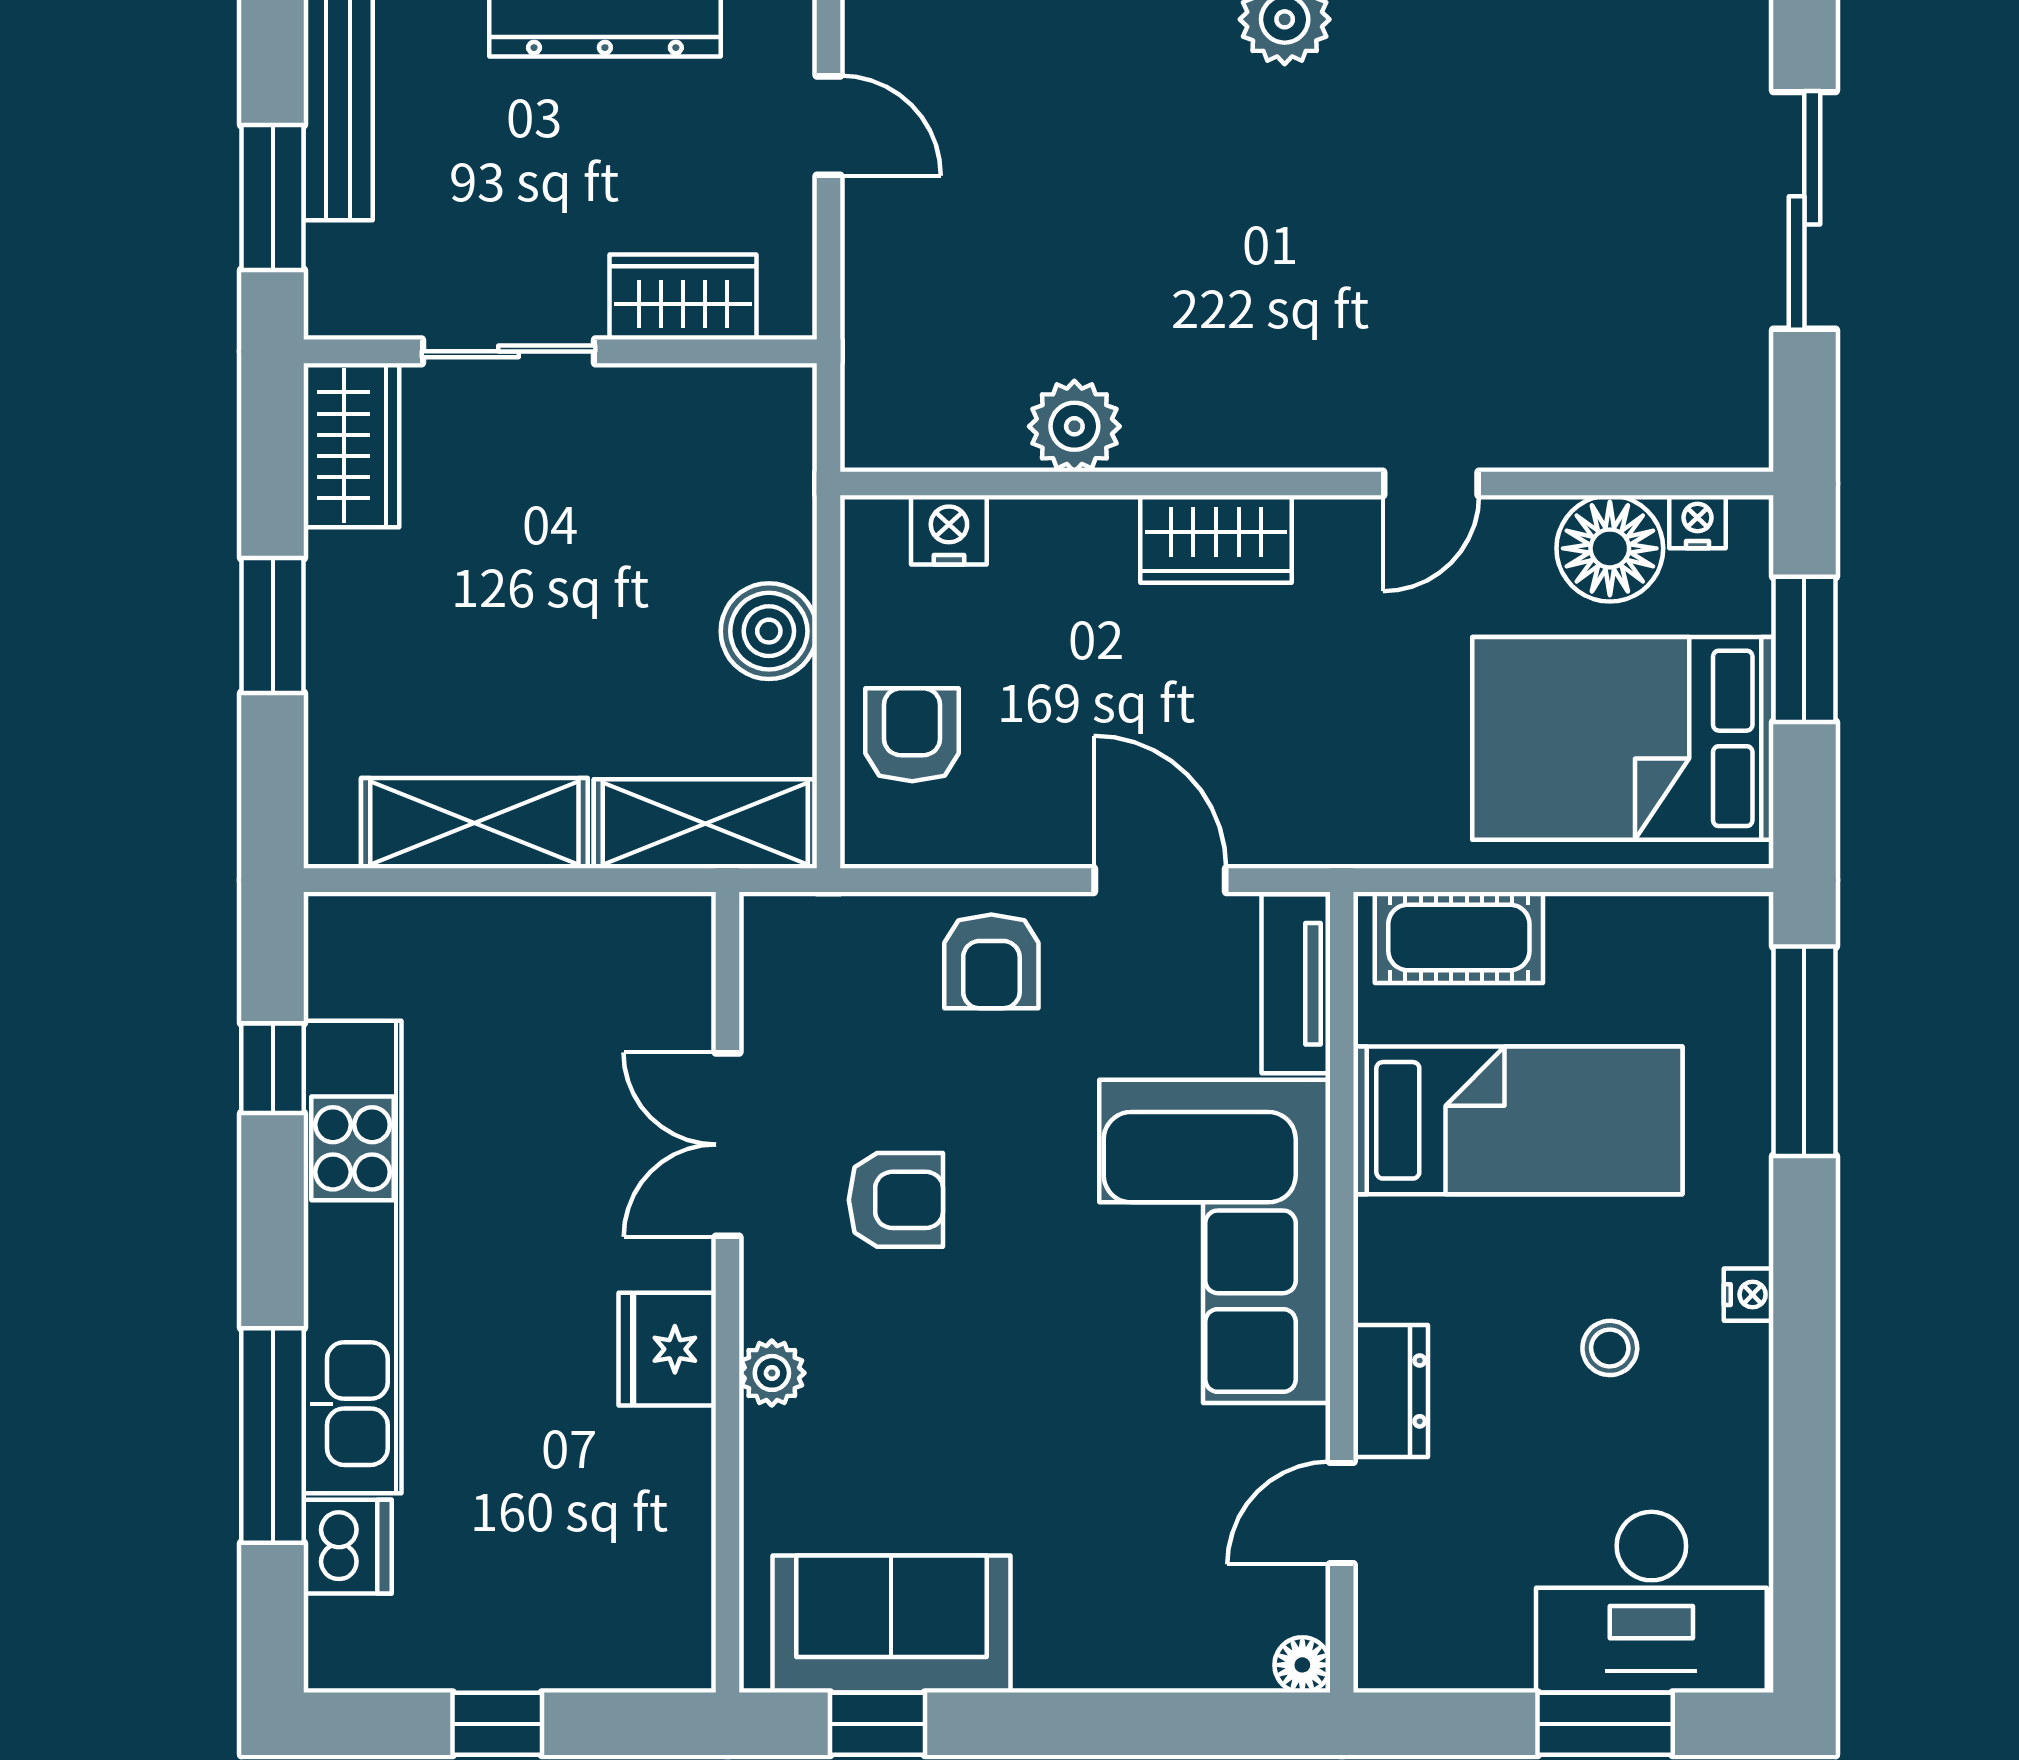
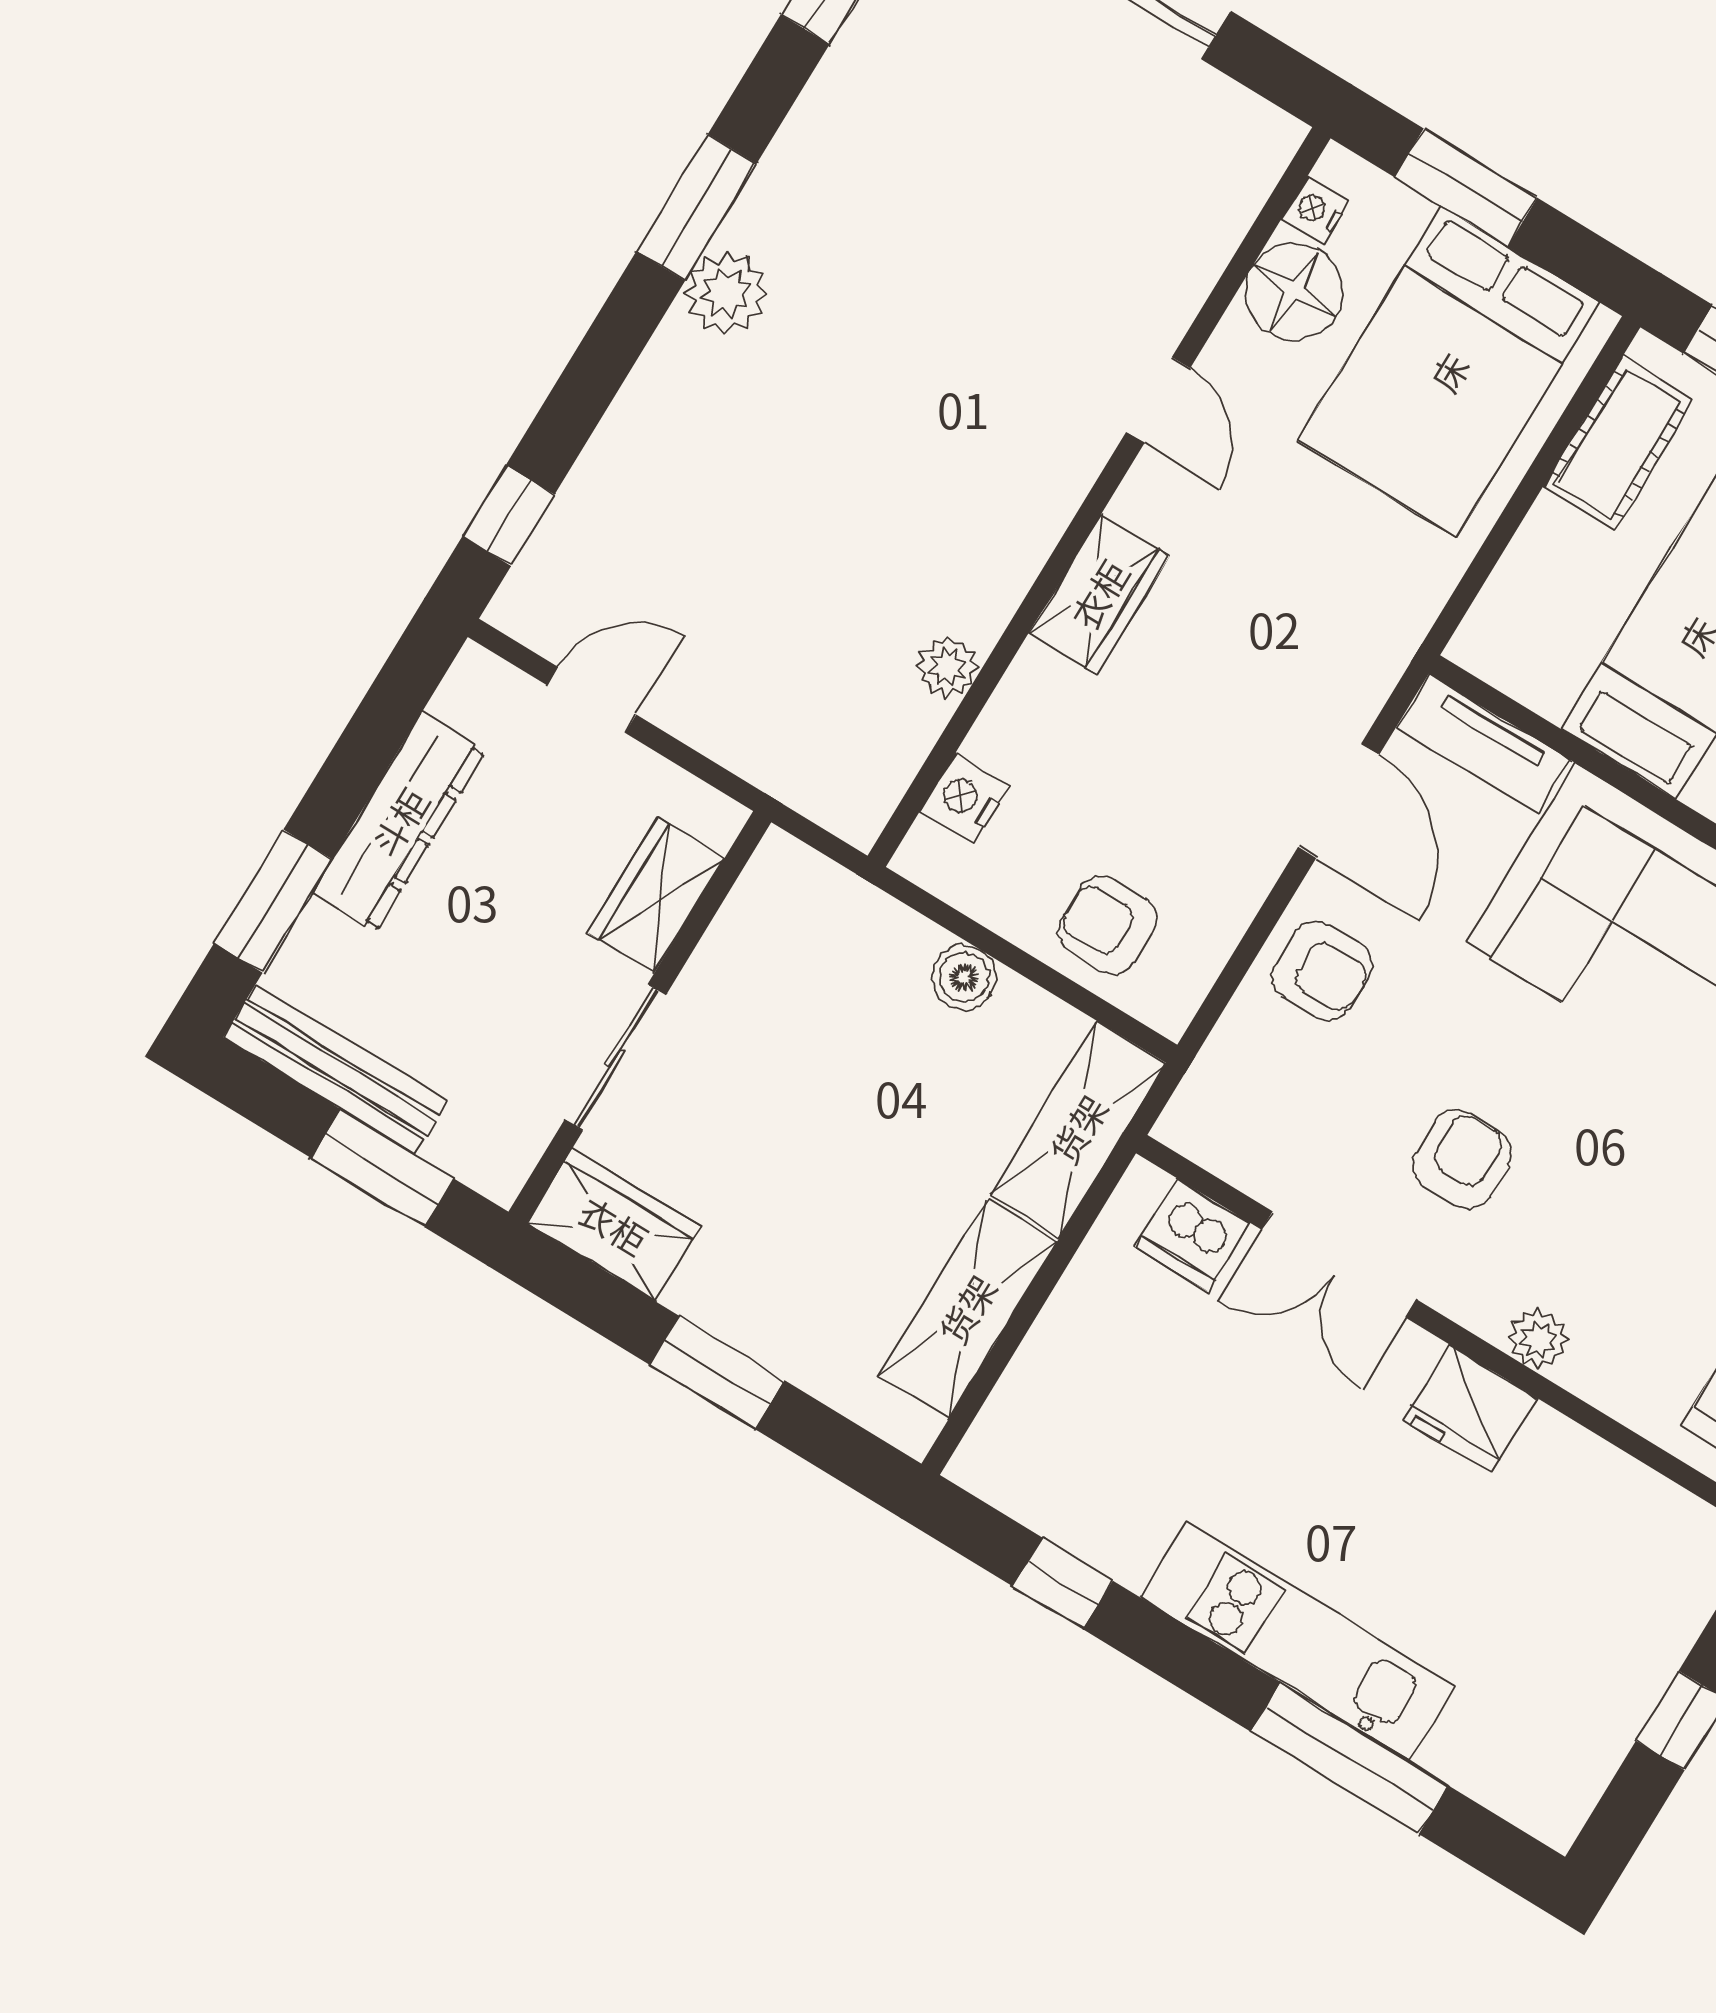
plant: (1074, 426) -> (947, 667), width x0.73, depth x0.73
boiler: (769, 631) -> (964, 977), width x0.73, depth x0.73
door: (1160, 880) -> (1339, 801), swing flipped
cot: (1459, 937) -> (1619, 443), moved
kitchen unit: (353, 1257) -> (1297, 1641), width x0.73
dishwasher: (348, 1547) -> (1193, 1235), moved, turned 180

